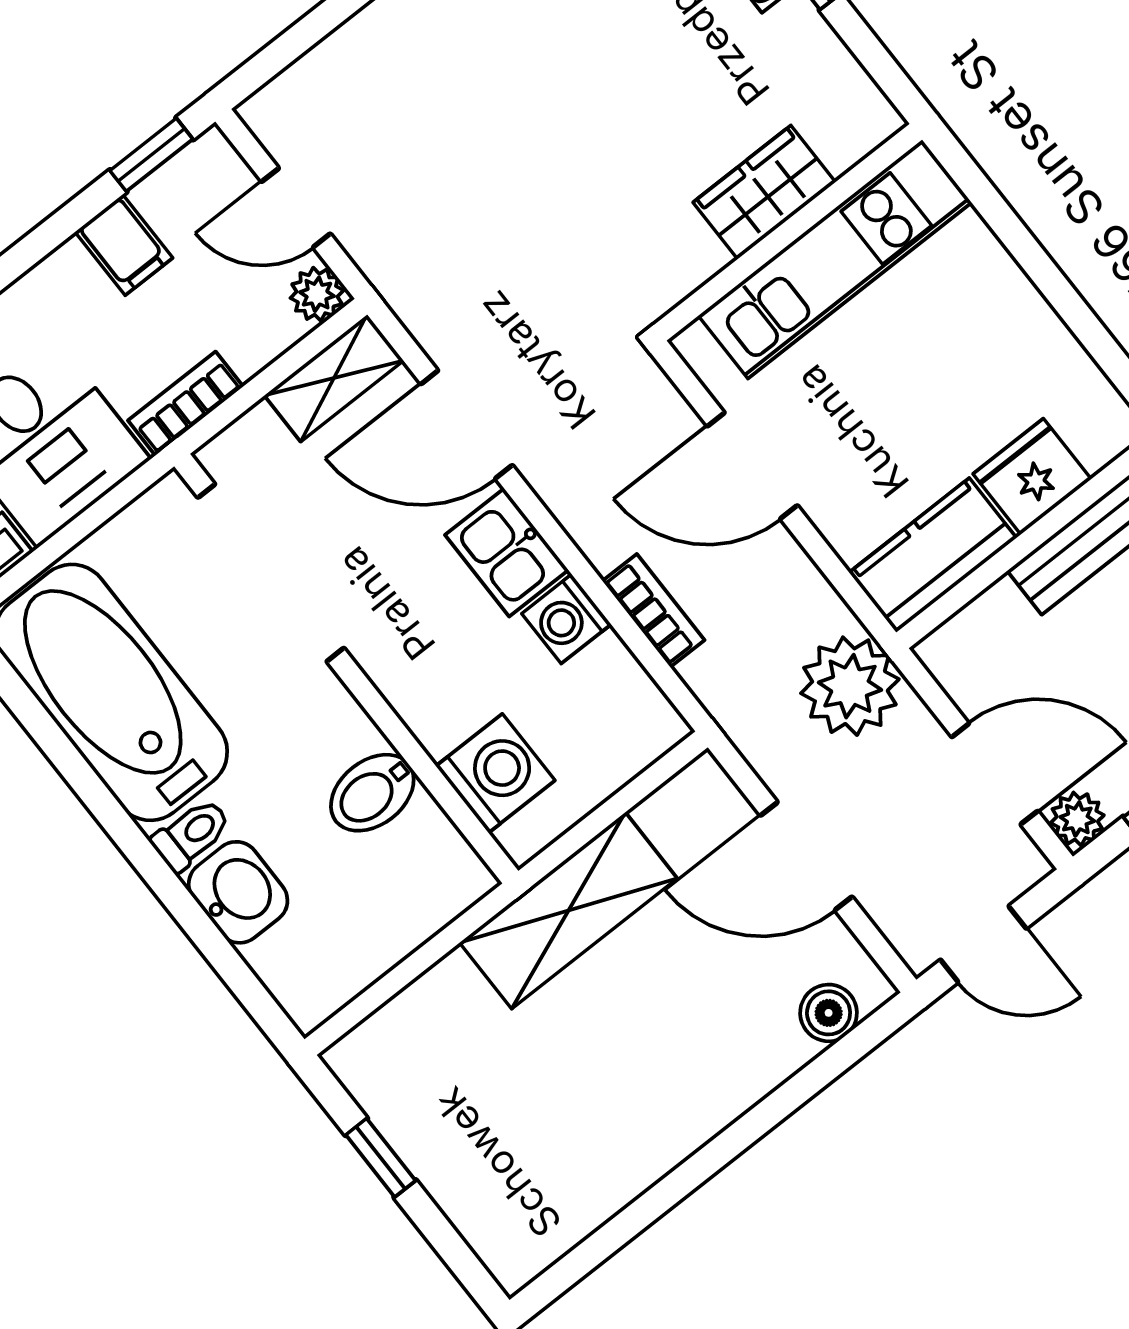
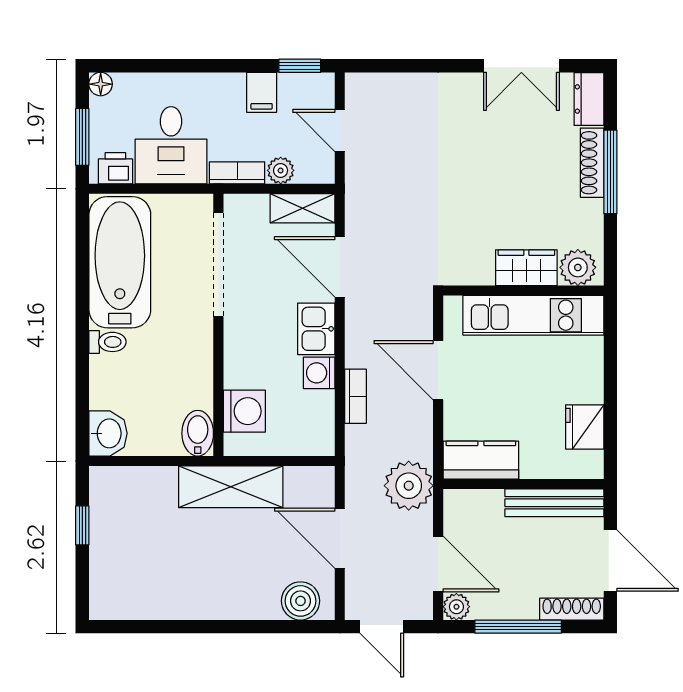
plant: (846, 128) -> (578, 267), added
plant: (317, 294) -> (281, 170), moved
fridge: (1032, 477) -> (585, 427), moved, turned -90
bidet: (372, 793) -> (198, 433), moved, turned 90
washbasin: (238, 892) -> (108, 433), moved
boiler: (829, 1013) -> (301, 601), width x1.36, depth x1.36

